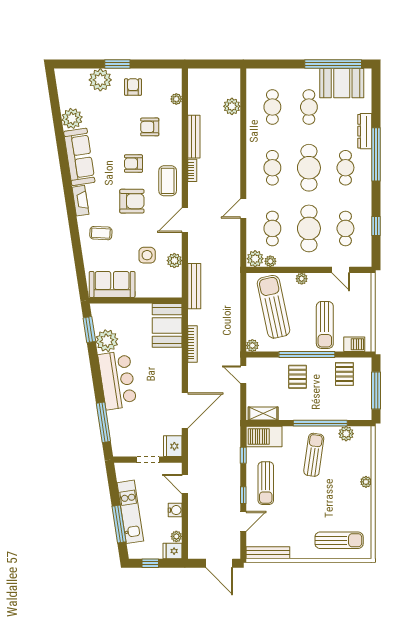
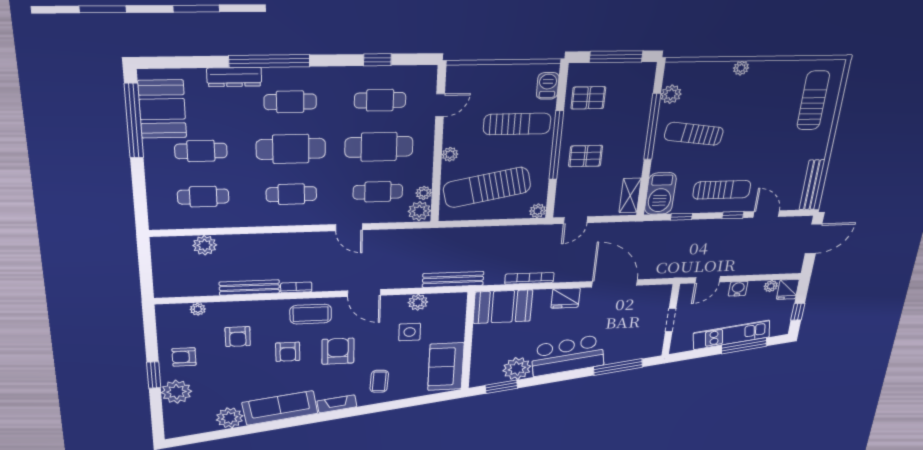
fridge: (173, 446) -> (565, 298), moved

